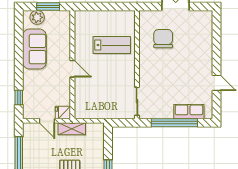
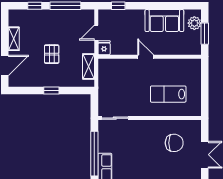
lab bench: (112, 45) -> (168, 94), turned 90
door: (72, 69) -> (146, 57), swing flipped
shelving: (72, 129) -> (89, 66), moved

